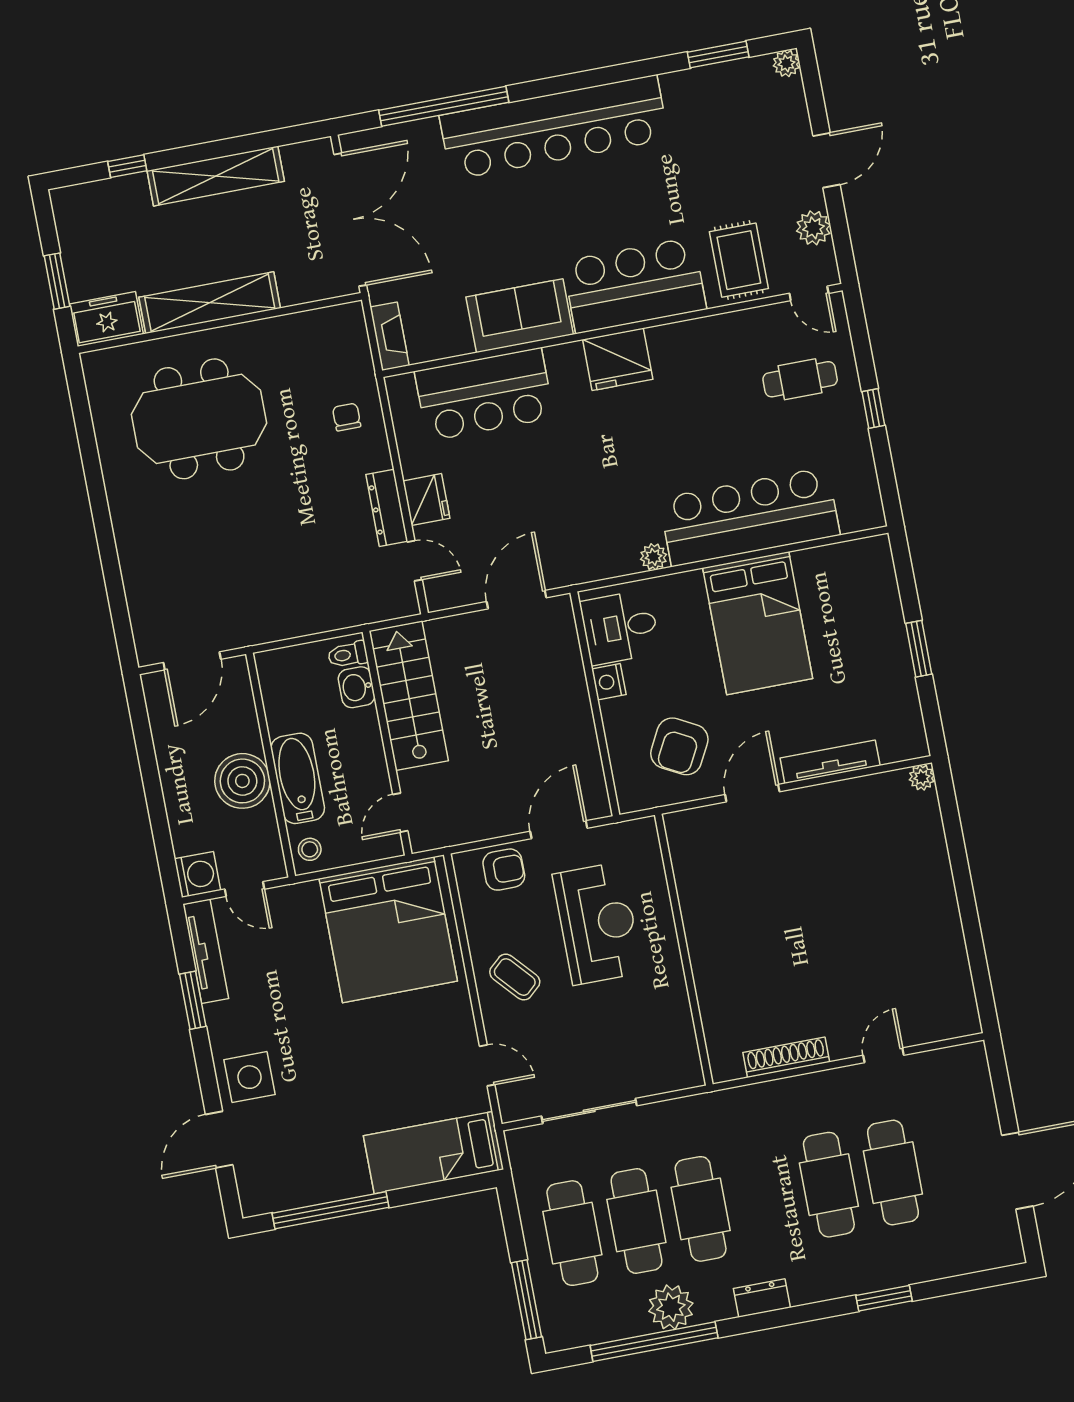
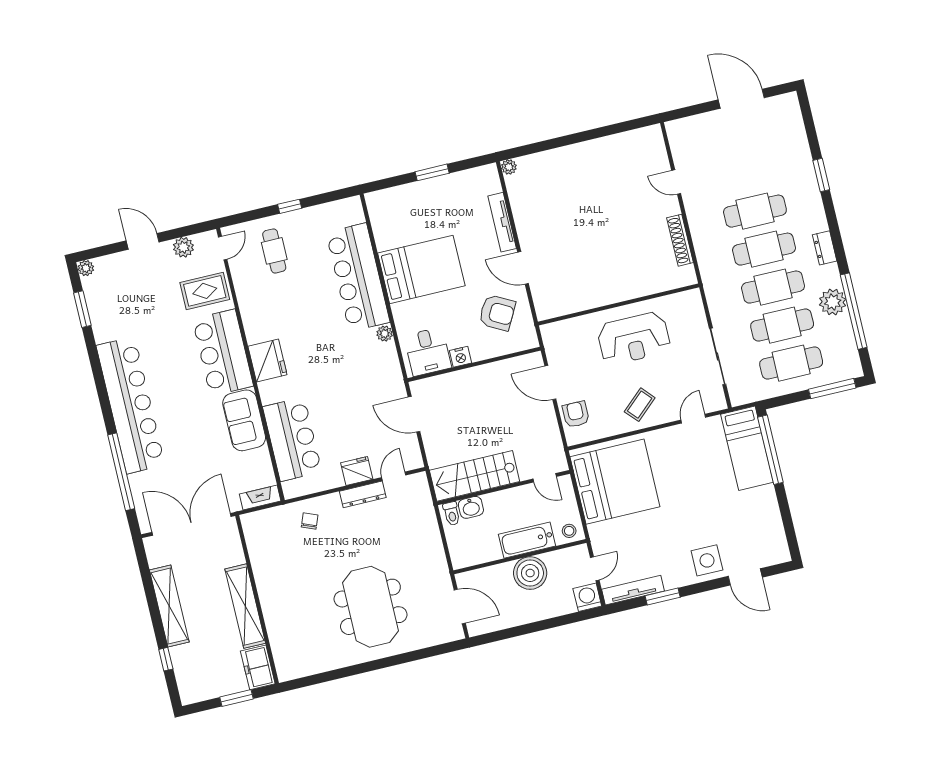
chair: (347, 417) -> (310, 521), turned 112
meeting table: (199, 419) -> (370, 607), moved
reception desk: (598, 923) -> (634, 338), moved, turned 180
cafe table: (893, 1173) -> (764, 249), moved
window: (331, 1210) -> (770, 450), moved

